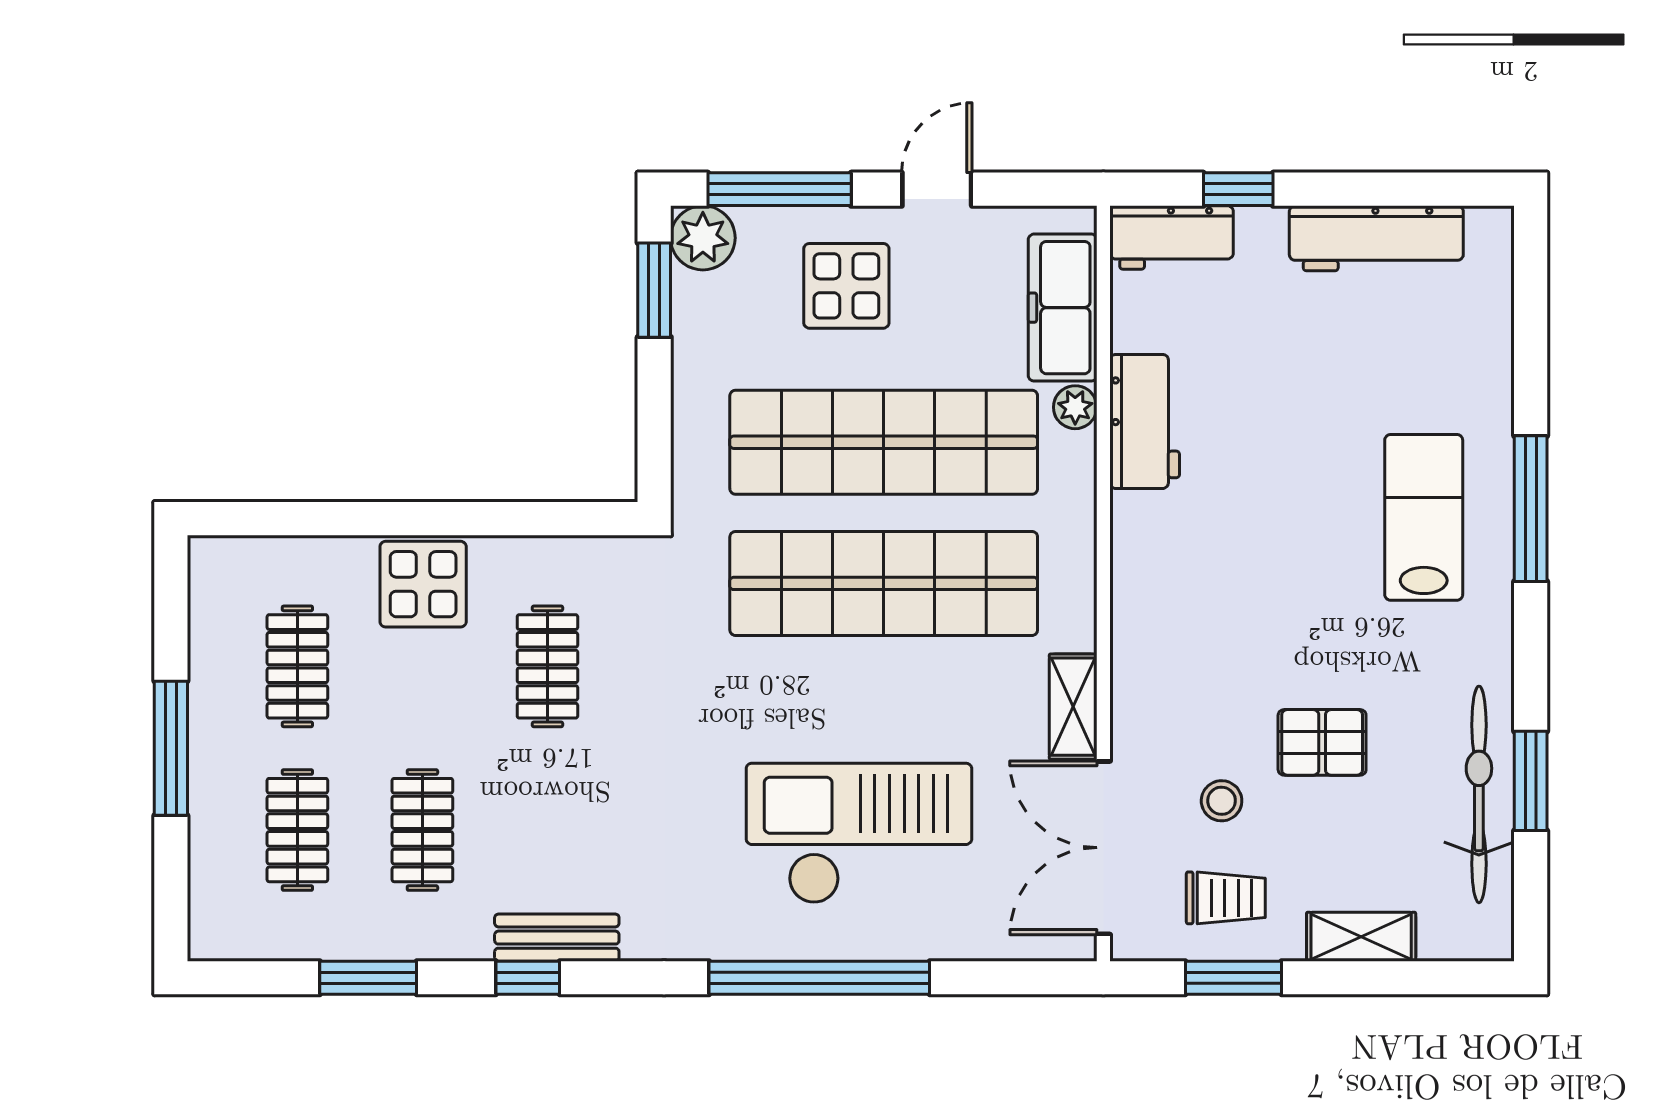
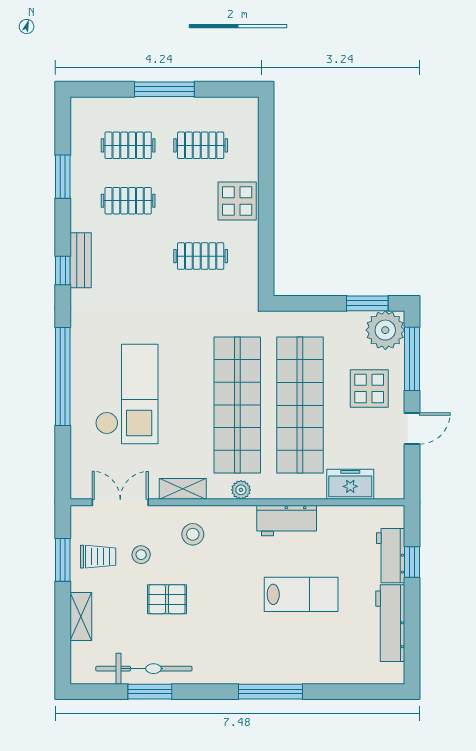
door: (937, 189) -> (412, 429), hinge flipped
workbench: (1172, 237) -> (391, 556), moved
plant: (703, 238) -> (385, 330), width x1.36, depth x1.36
freezer: (1063, 308) -> (350, 484), width x0.71
plant: (1075, 407) -> (241, 490), moved
workbench: (1145, 421) -> (287, 521), moved
lab bench: (1424, 517) -> (301, 594), moved
stool: (1176, 684) -> (193, 534), added
pallet: (1322, 742) -> (167, 599), turned 90
double door: (1103, 848) -> (120, 502), width x0.73
trolley: (1226, 898) -> (98, 557), turned -90
window: (528, 978) -> (63, 270), moved

